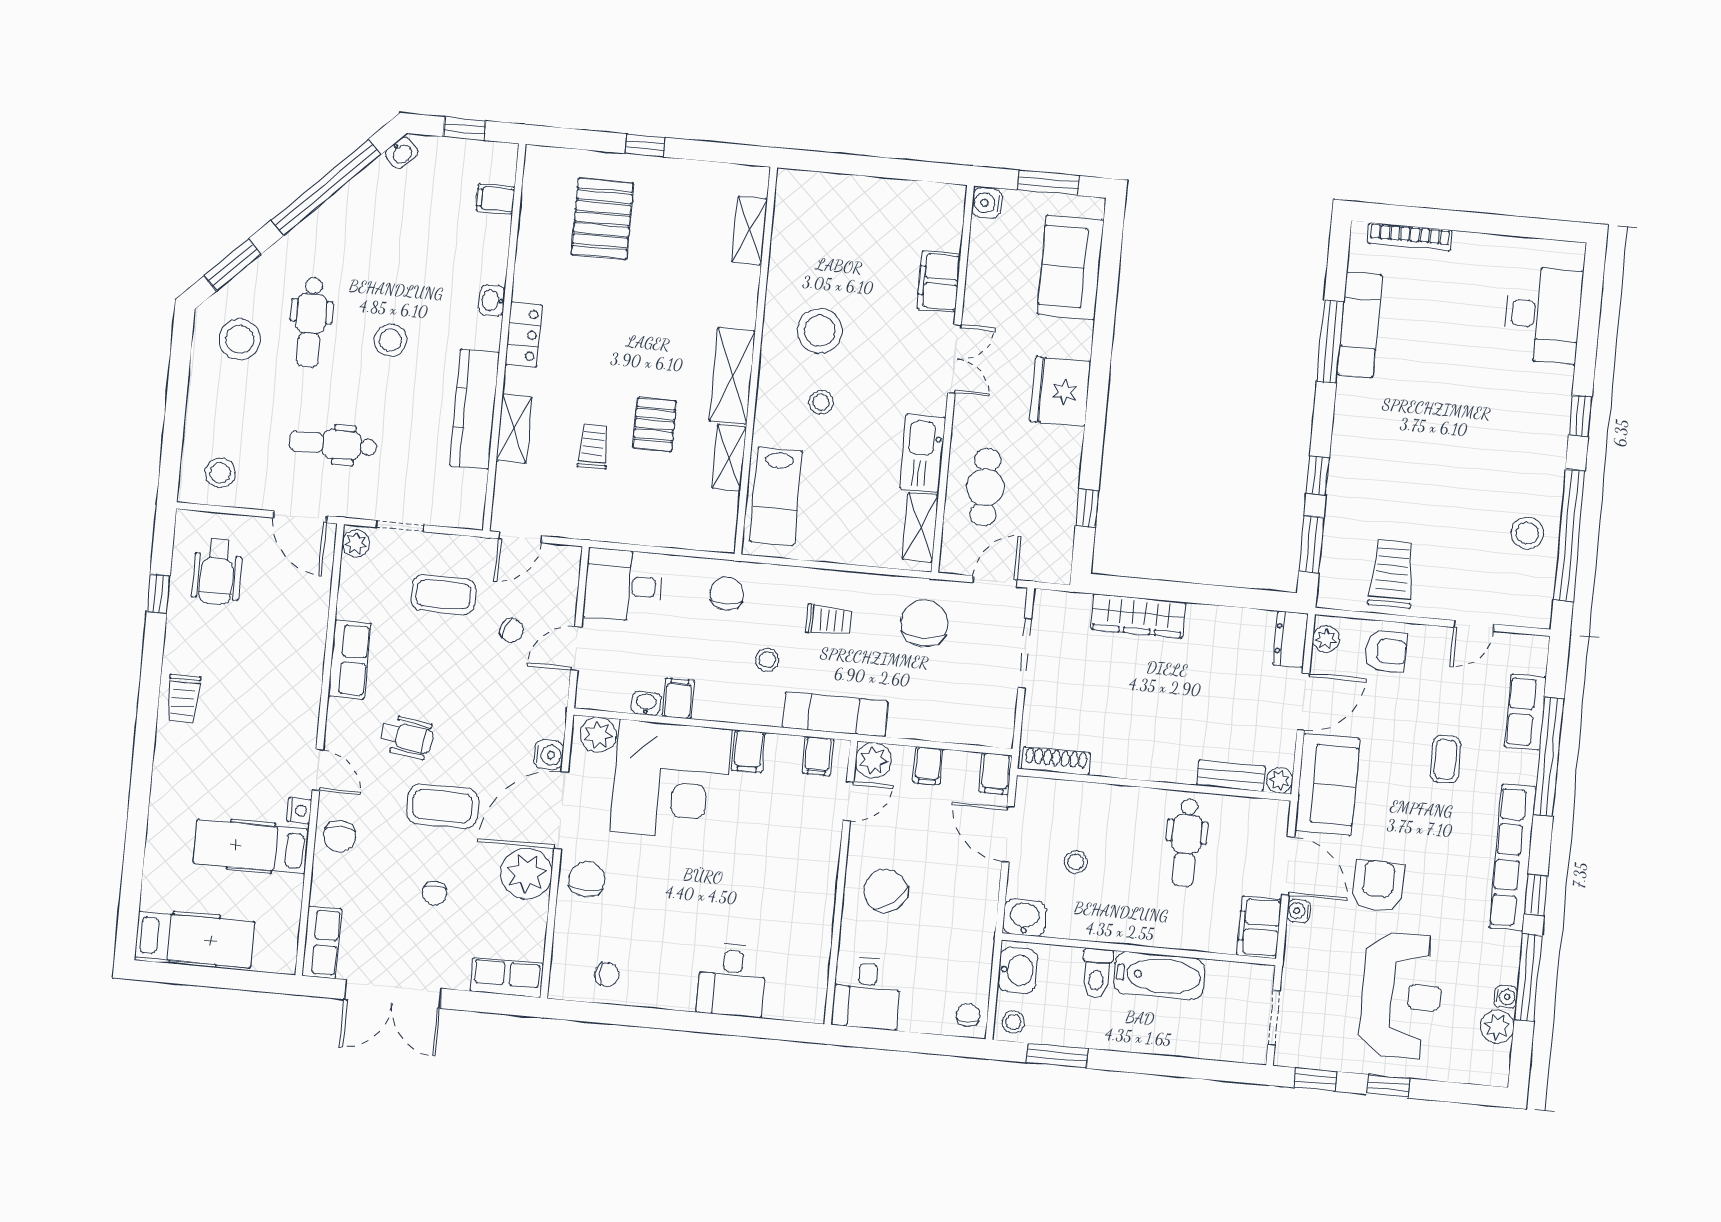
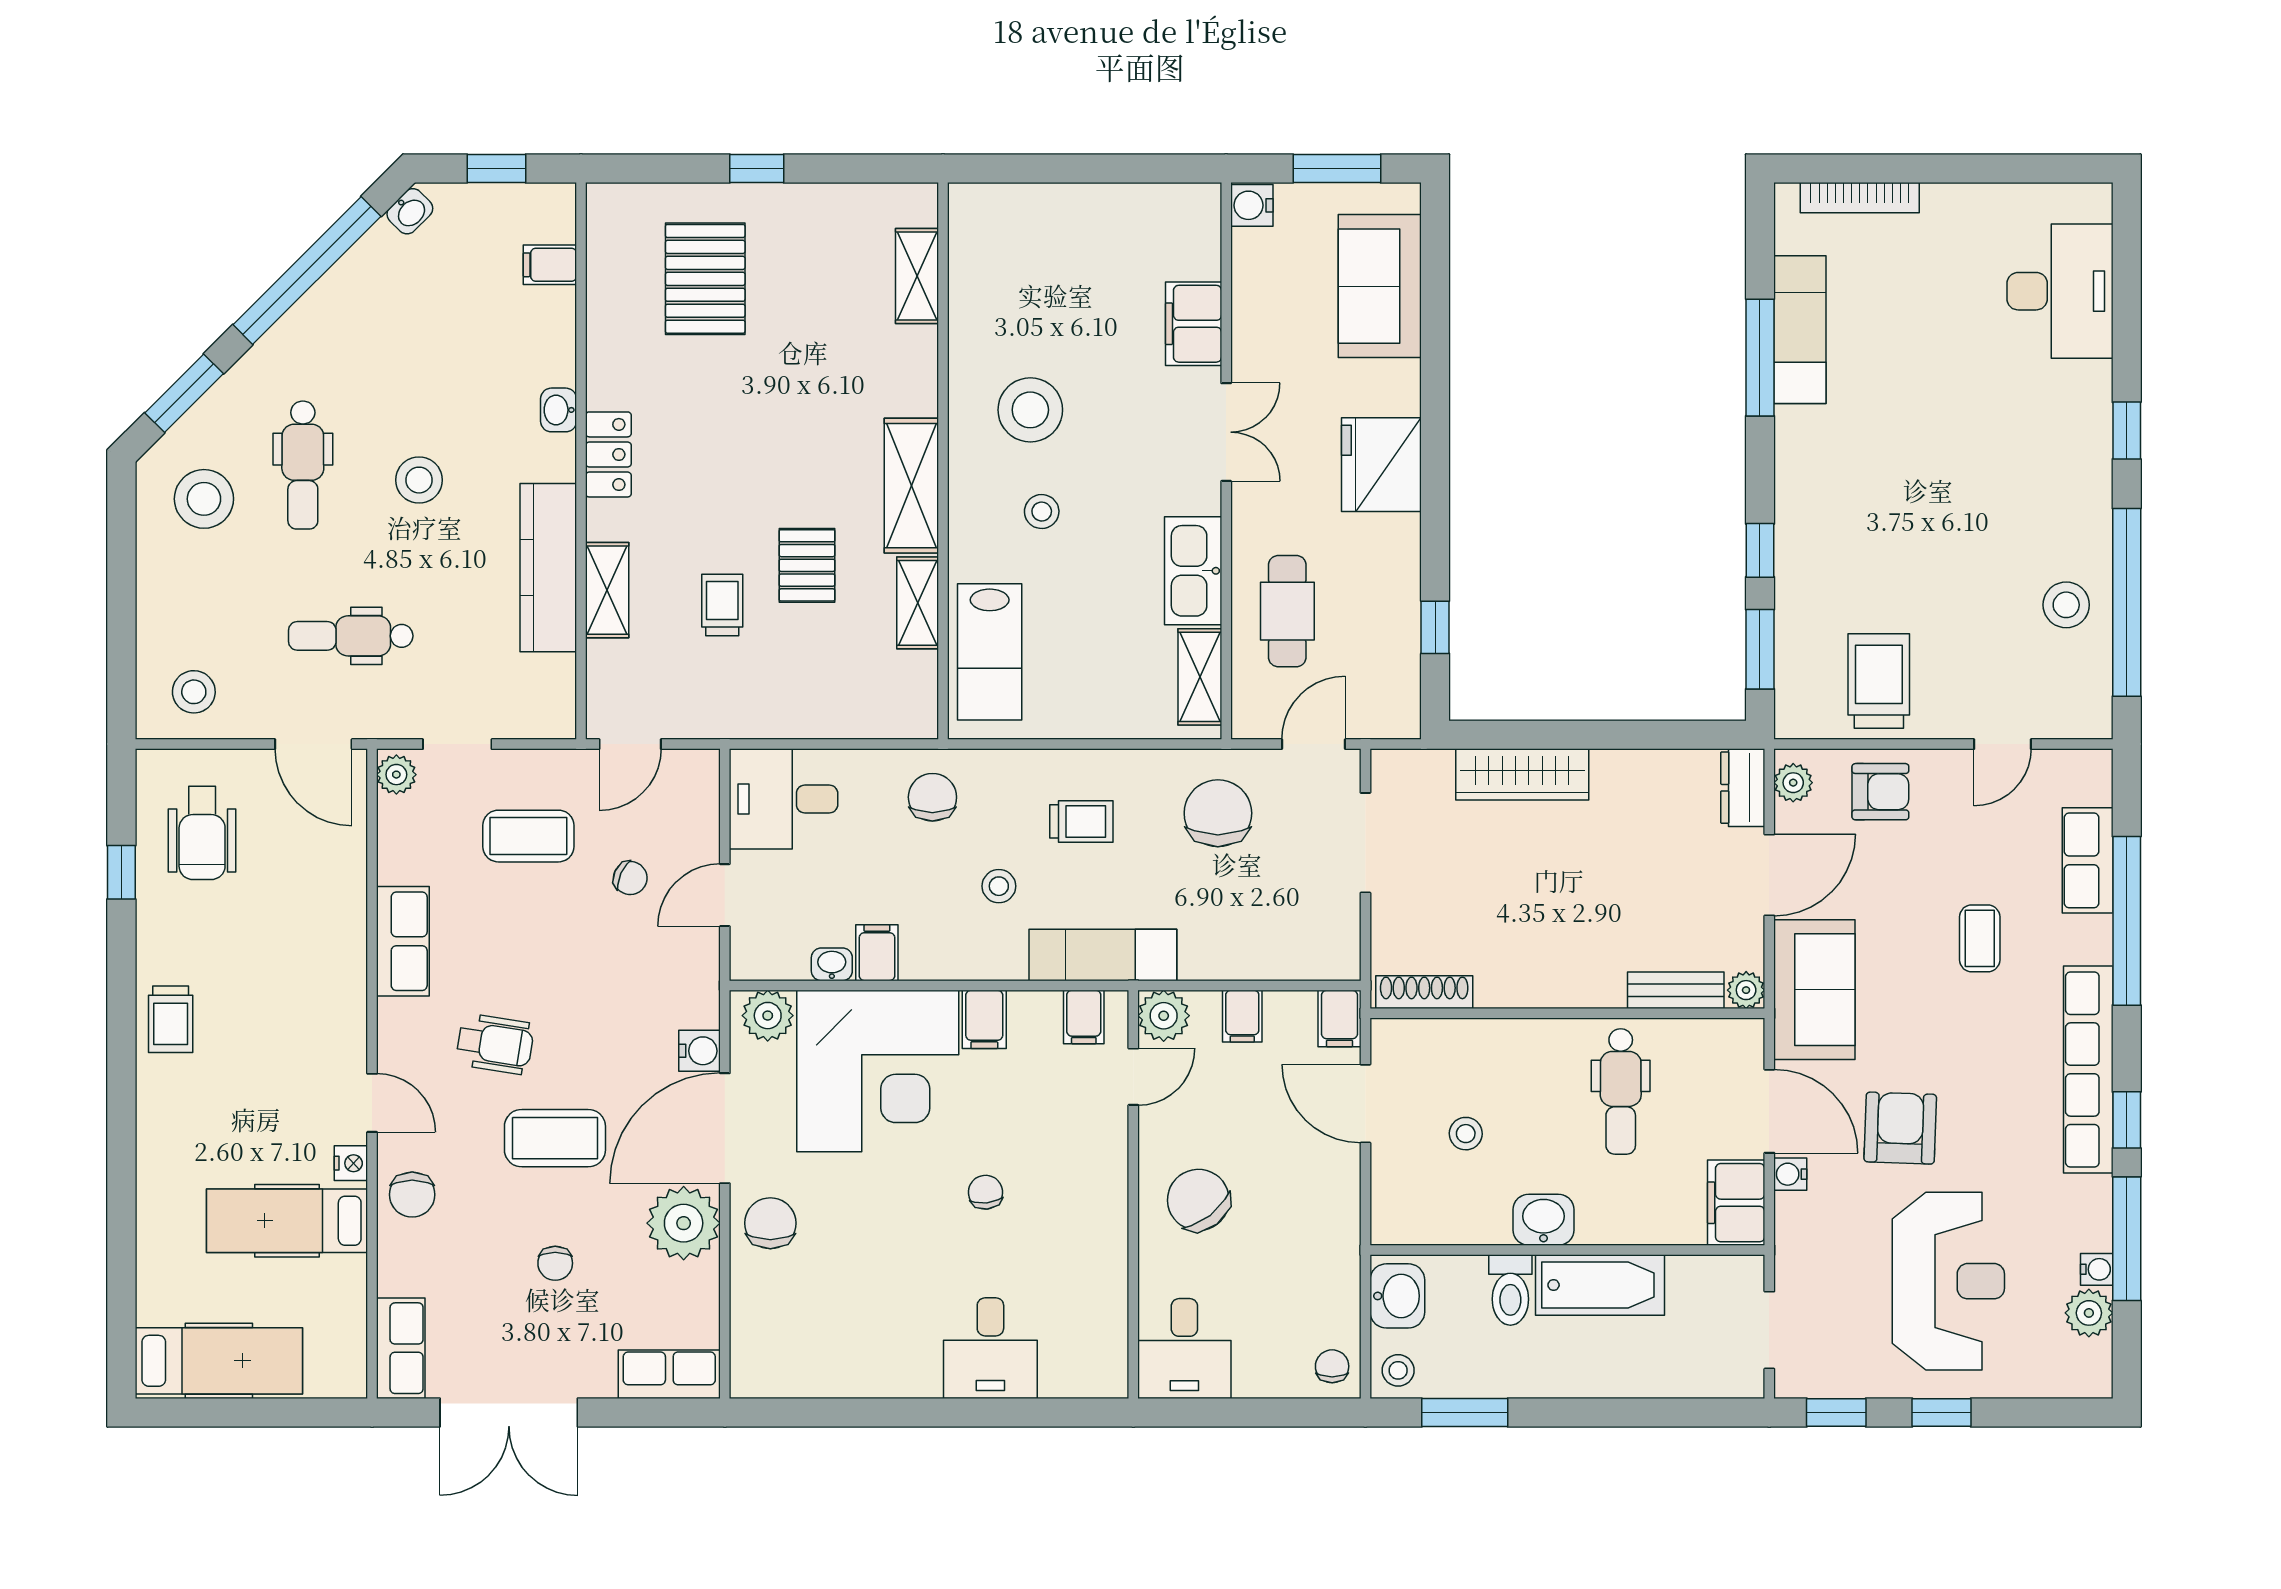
washbasin: (1025, 917) -> (1543, 1220), moved
chair: (607, 975) -> (985, 1192), moved, turned -96

